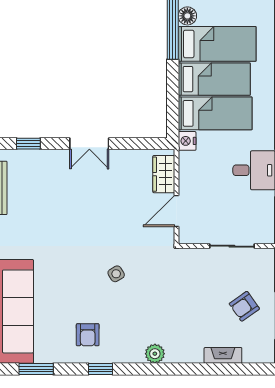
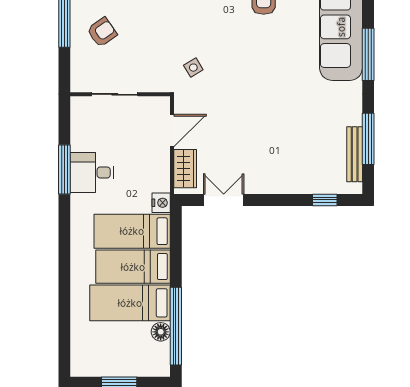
double door: (89, 144) -> (224, 200), moved
side table: (116, 274) -> (193, 68), moved

